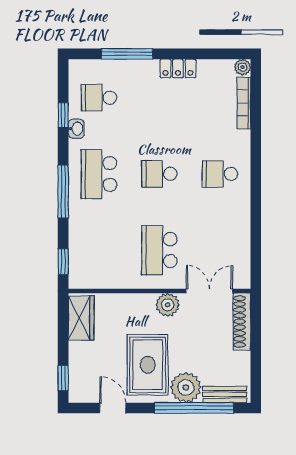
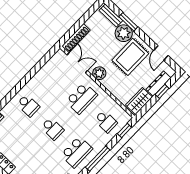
school desk: (99, 250) -> (106, 121), added
double door: (209, 291) -> (77, 63), swing flipped
dresser: (77, 365) -> (158, 84), added
window: (63, 378) -> (162, 91), moved
window: (194, 408) -> (128, 22), width x0.47

